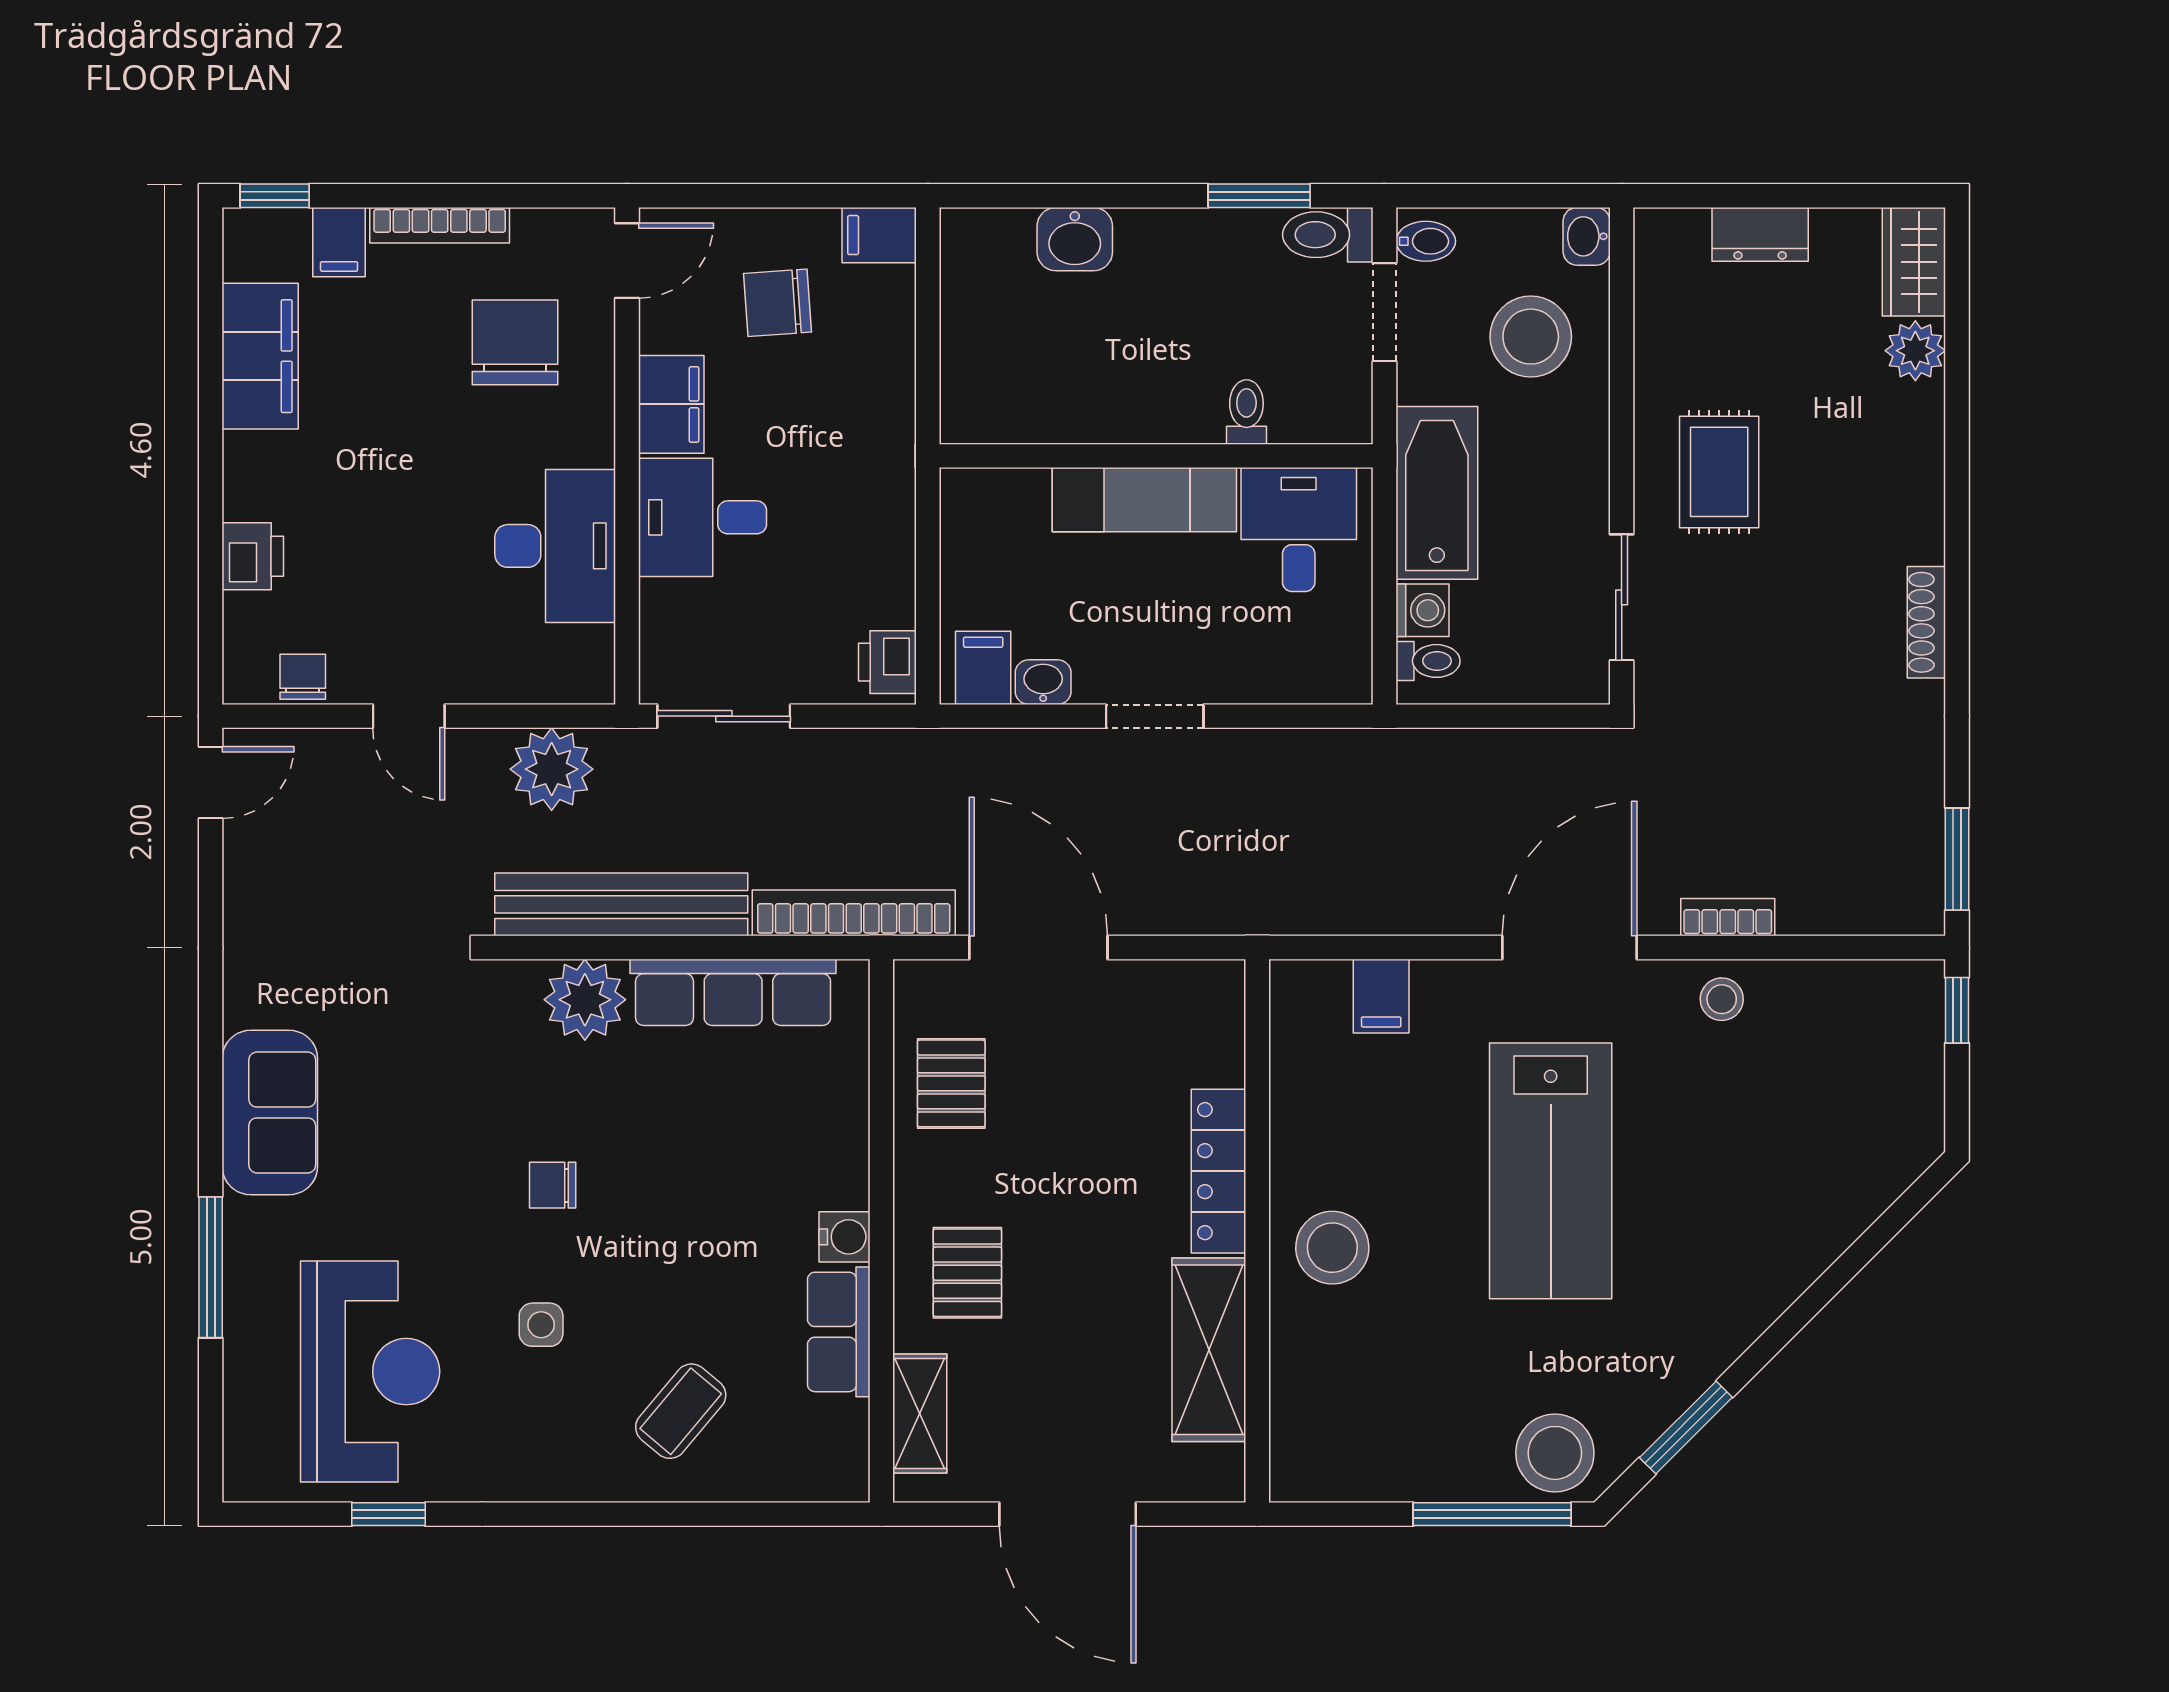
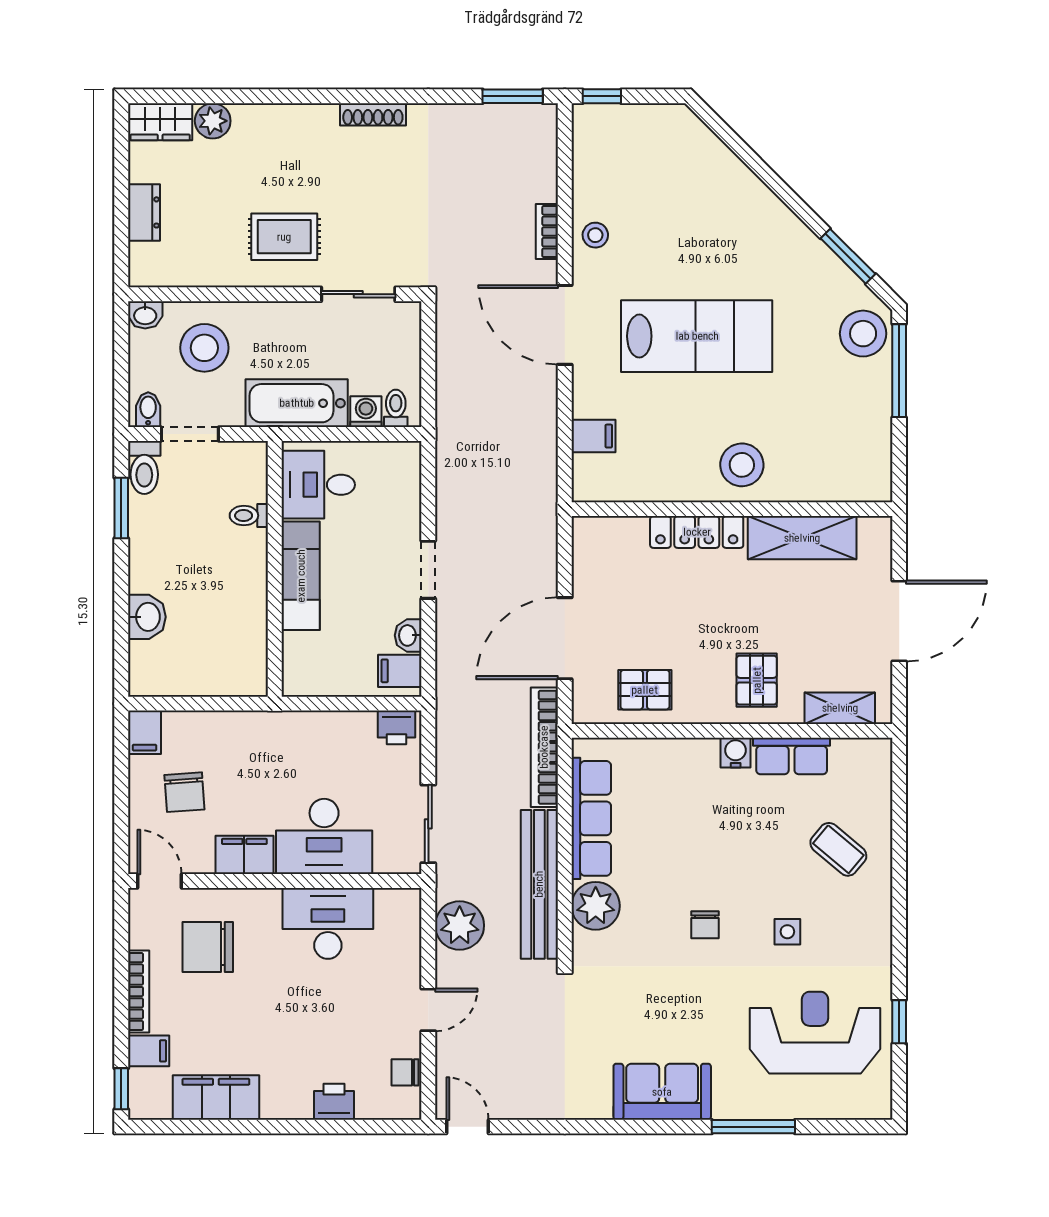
desk: (702, 517) -> (324, 836), width x1.37
pallet: (967, 1273) -> (757, 680), turned 90

